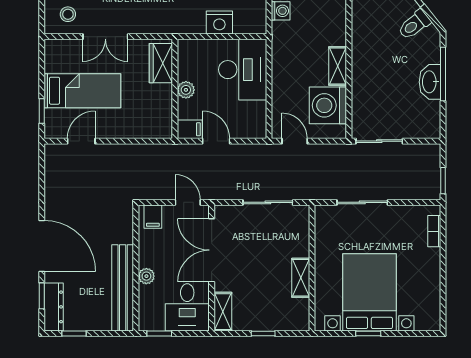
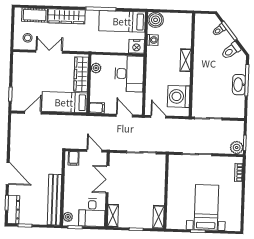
nightstand: (219, 23) -> (136, 46), moved
double door: (105, 37) -> (49, 52), swing flipped
wardrobe: (161, 63) -> (81, 74), width x1.50
shelving: (338, 66) -> (186, 60), moved
plant: (186, 90) -> (96, 68), moved
bed: (82, 91) -> (64, 102), moved, turned 180
door: (216, 141) -> (124, 116), moved
plant: (429, 189) -> (237, 148), added
door: (42, 246) -> (8, 173), width x0.73
double door: (212, 250) -> (107, 179), width x0.73
plant: (146, 276) -> (68, 217), moved
shelving: (301, 278) -> (159, 217), moved
bed with nightstands: (369, 292) -> (206, 207), width x0.73

